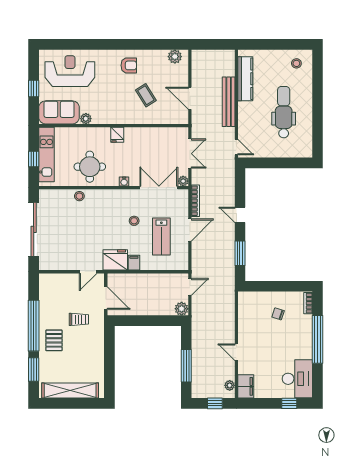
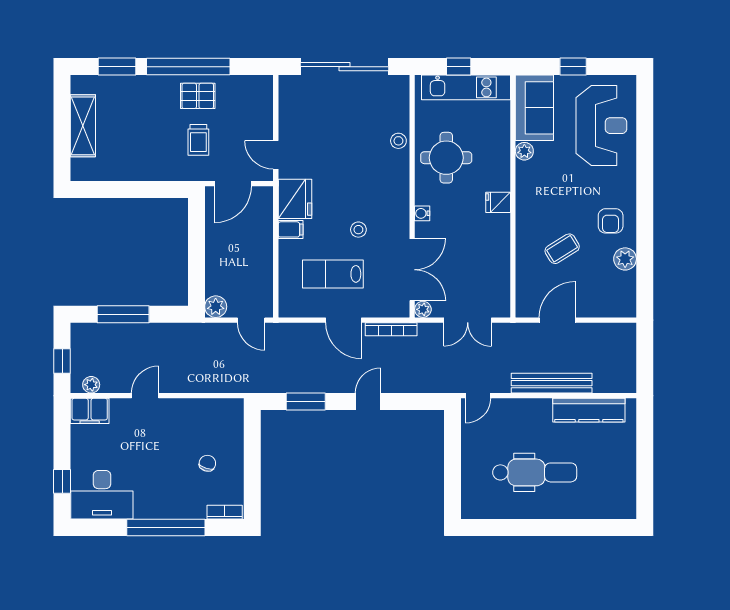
plant: (175, 57) -> (625, 259), moved
stool: (296, 63) -> (614, 493), removed
pallet: (54, 340) -> (198, 96), moved
shelving: (70, 390) -> (83, 126), width x0.68

